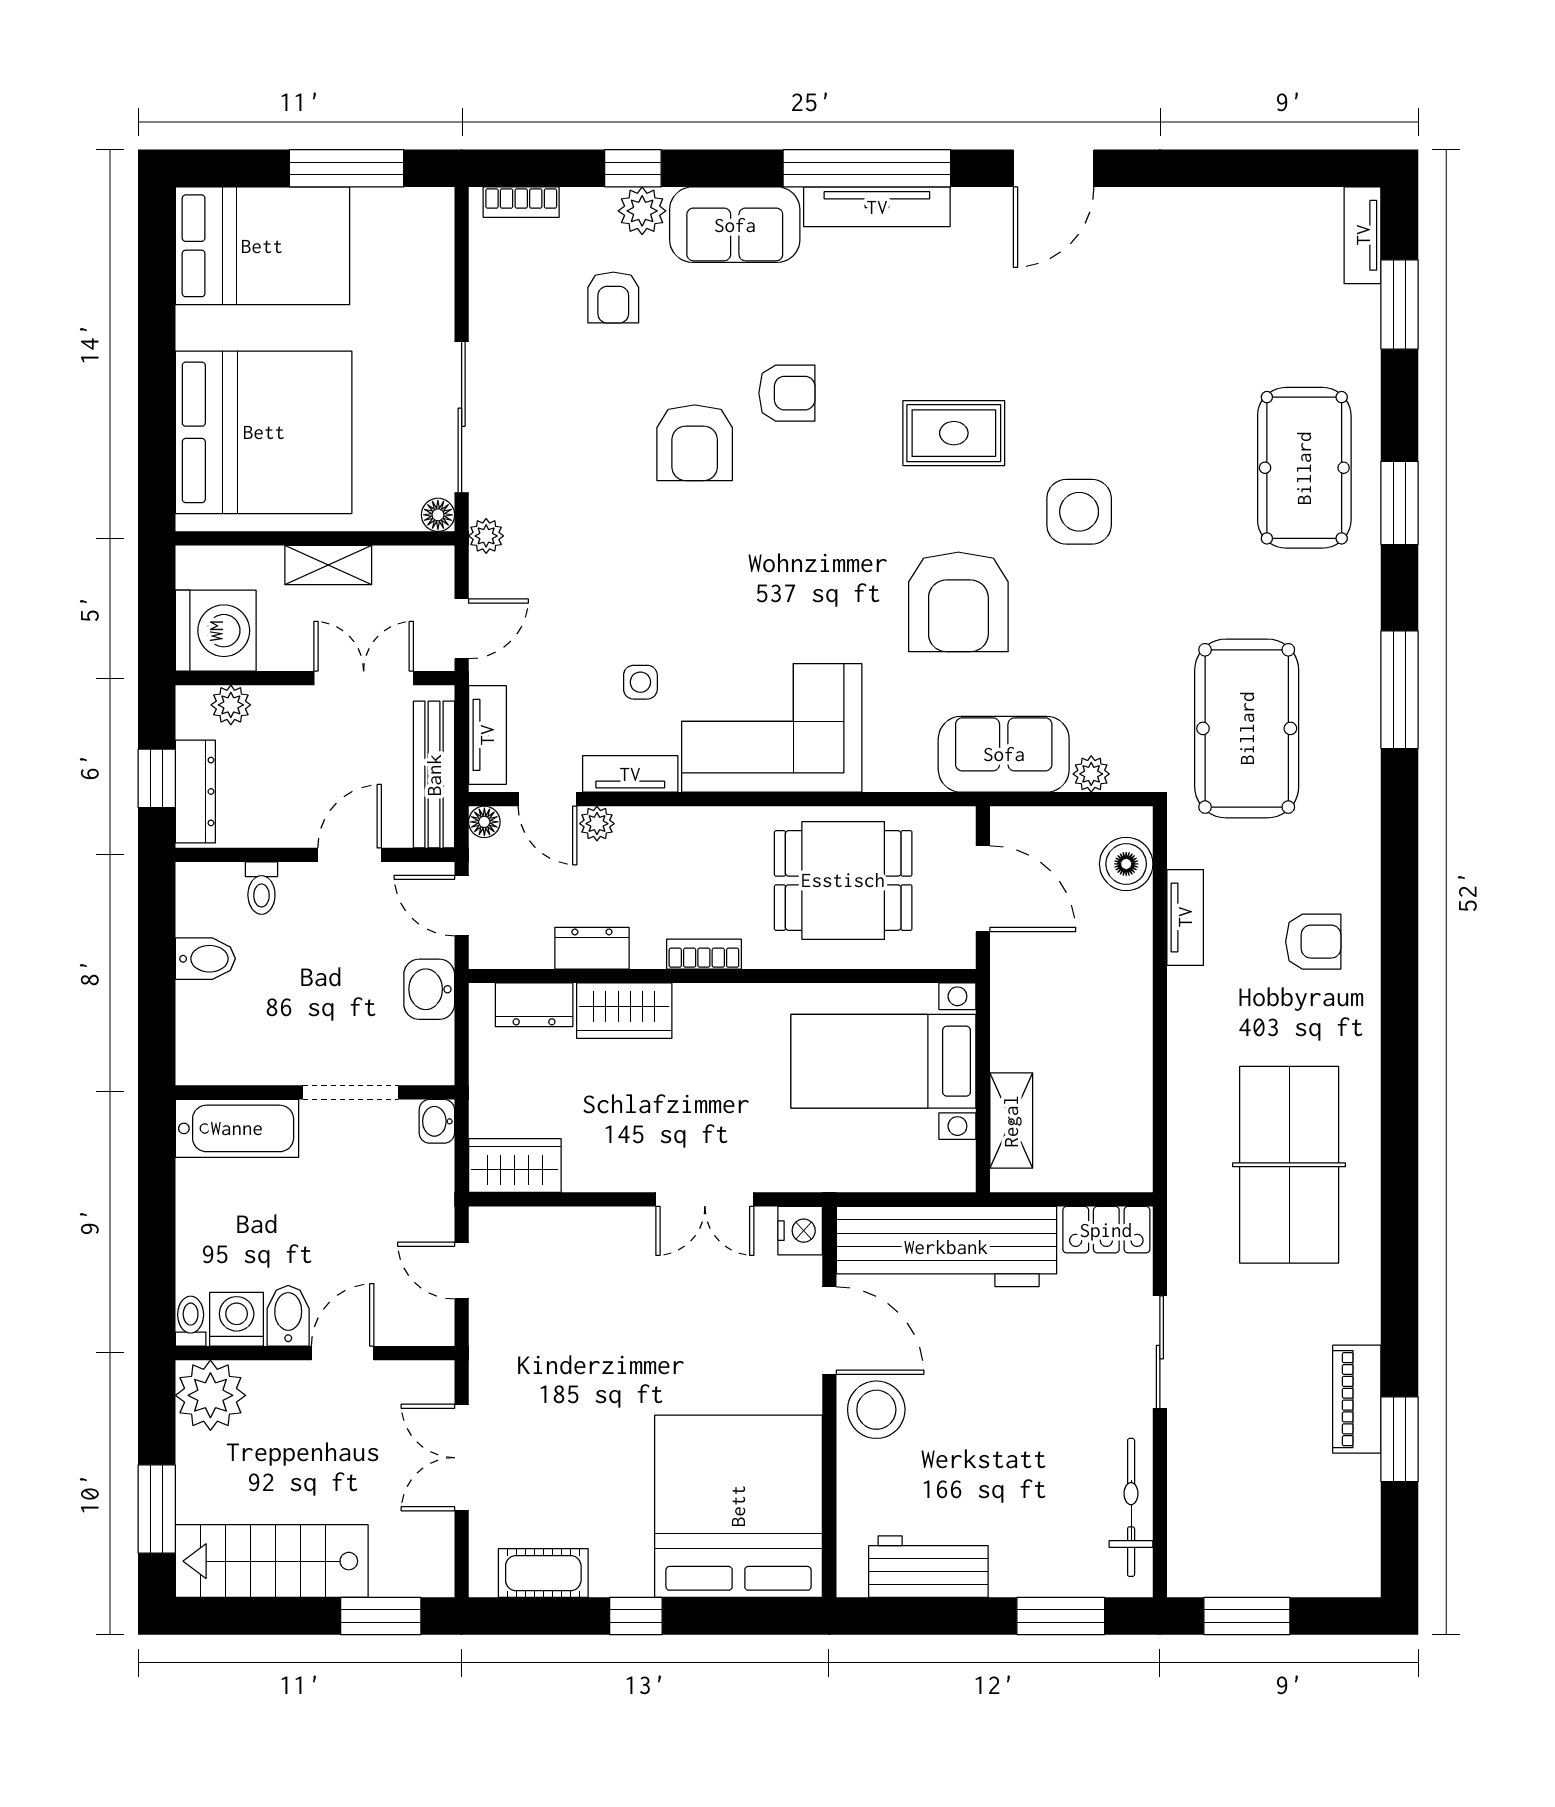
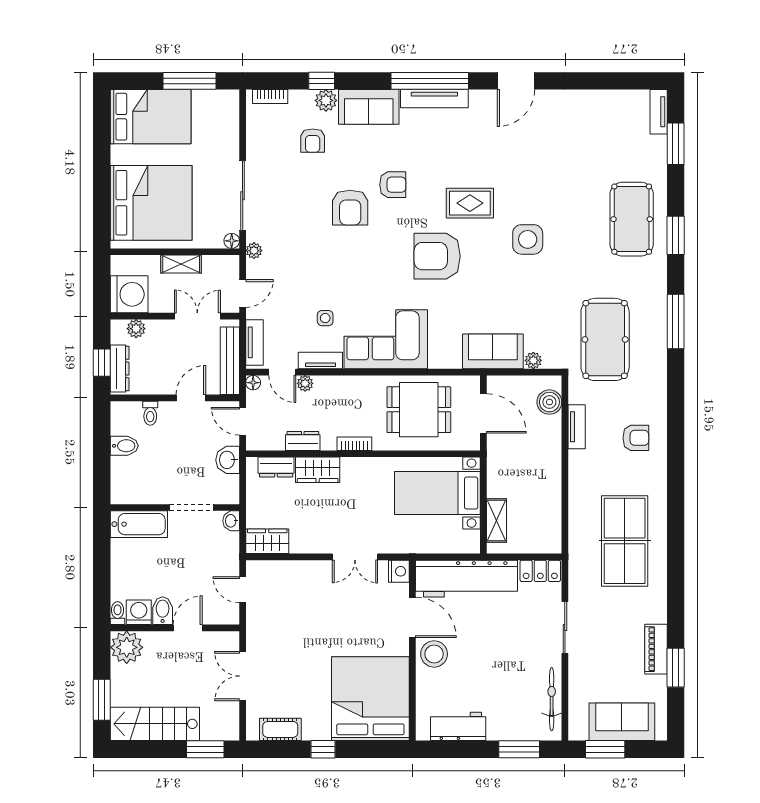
armchair: (958, 602) -> (437, 256), moved, turned 90
sofa: (1283, 1557) -> (622, 722), added

